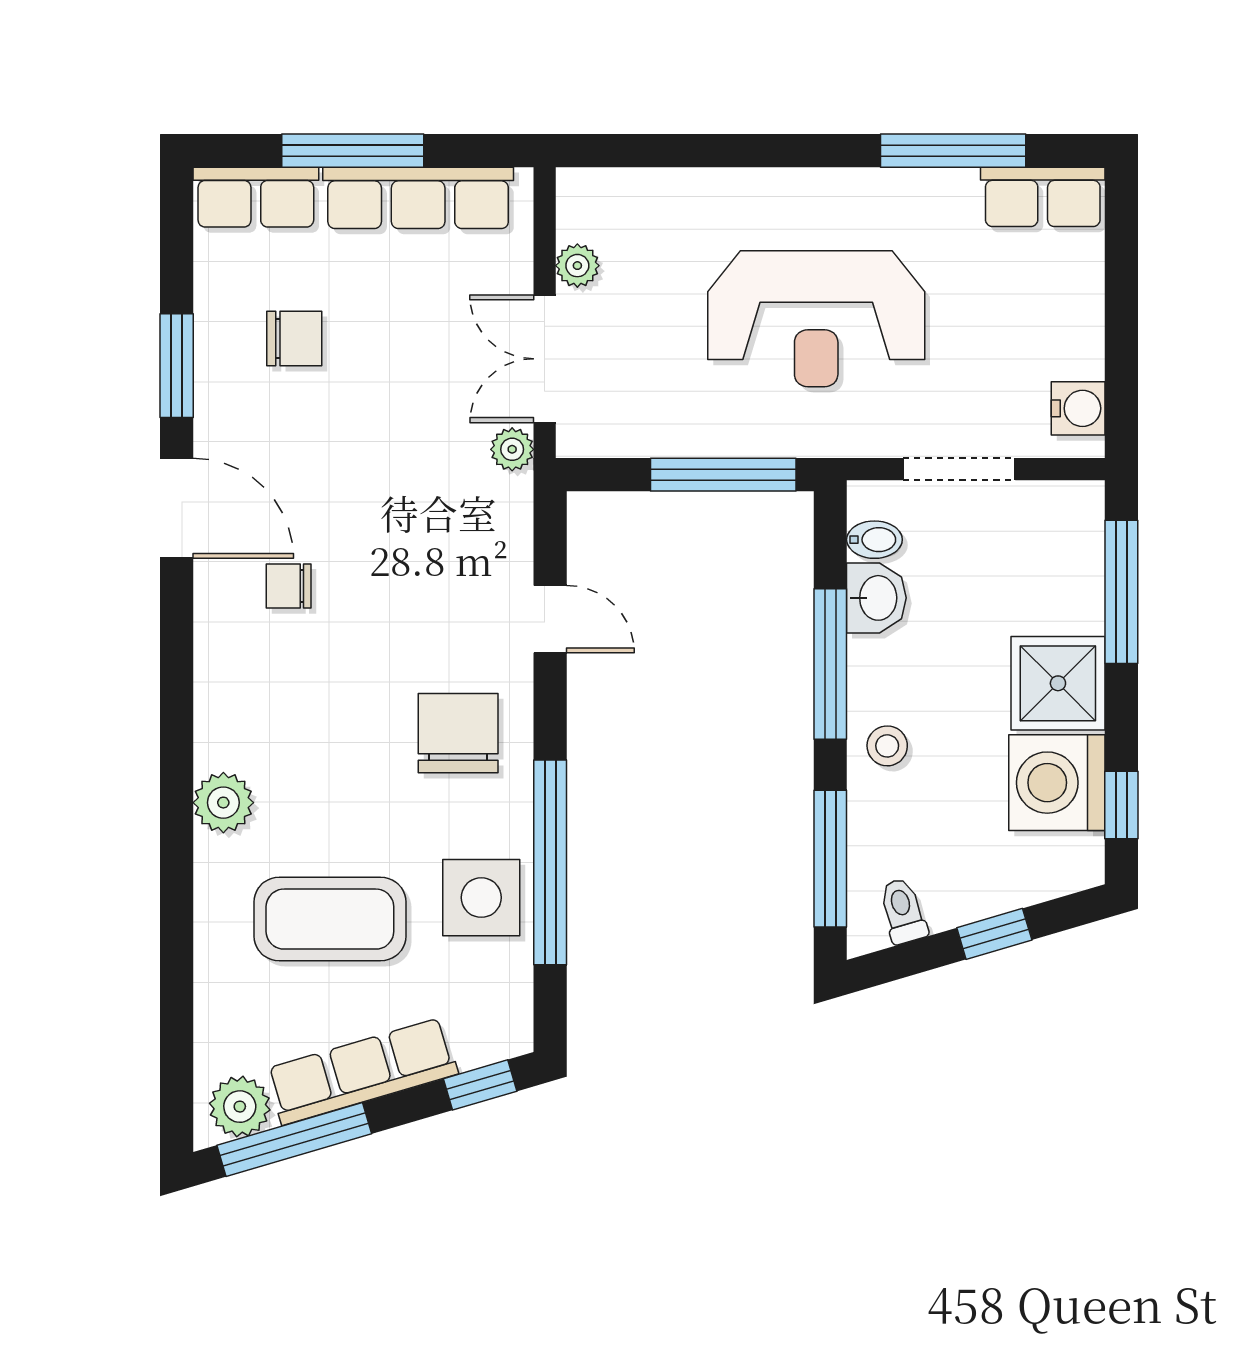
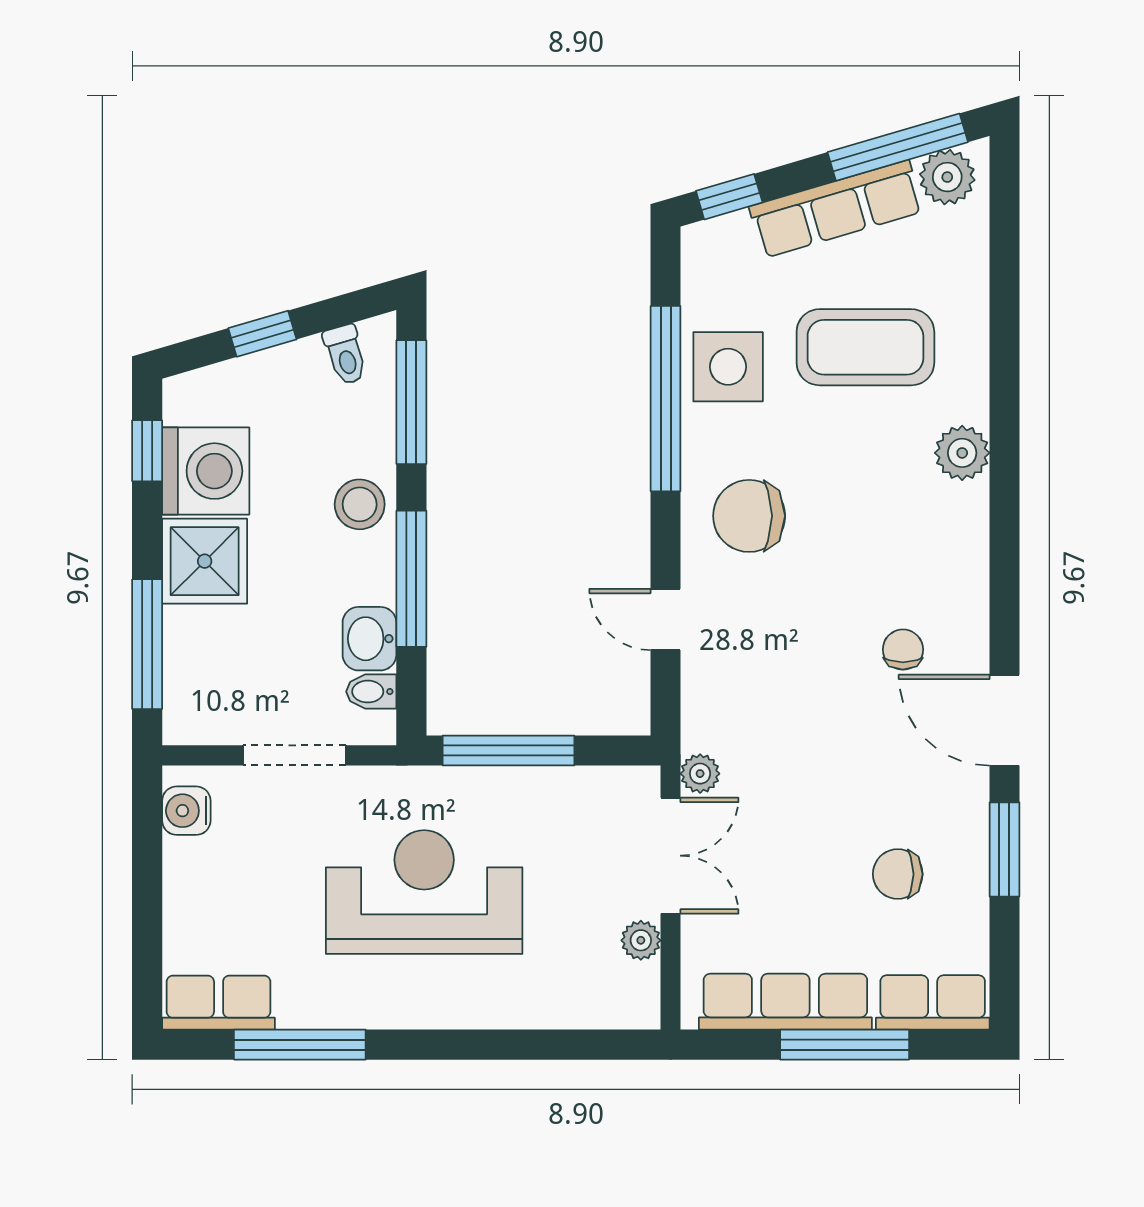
chair: (289, 586) -> (903, 650), turned -90
chair: (458, 733) -> (749, 516), turned 90
stool: (887, 746) -> (360, 504), width x1.37, depth x1.37

